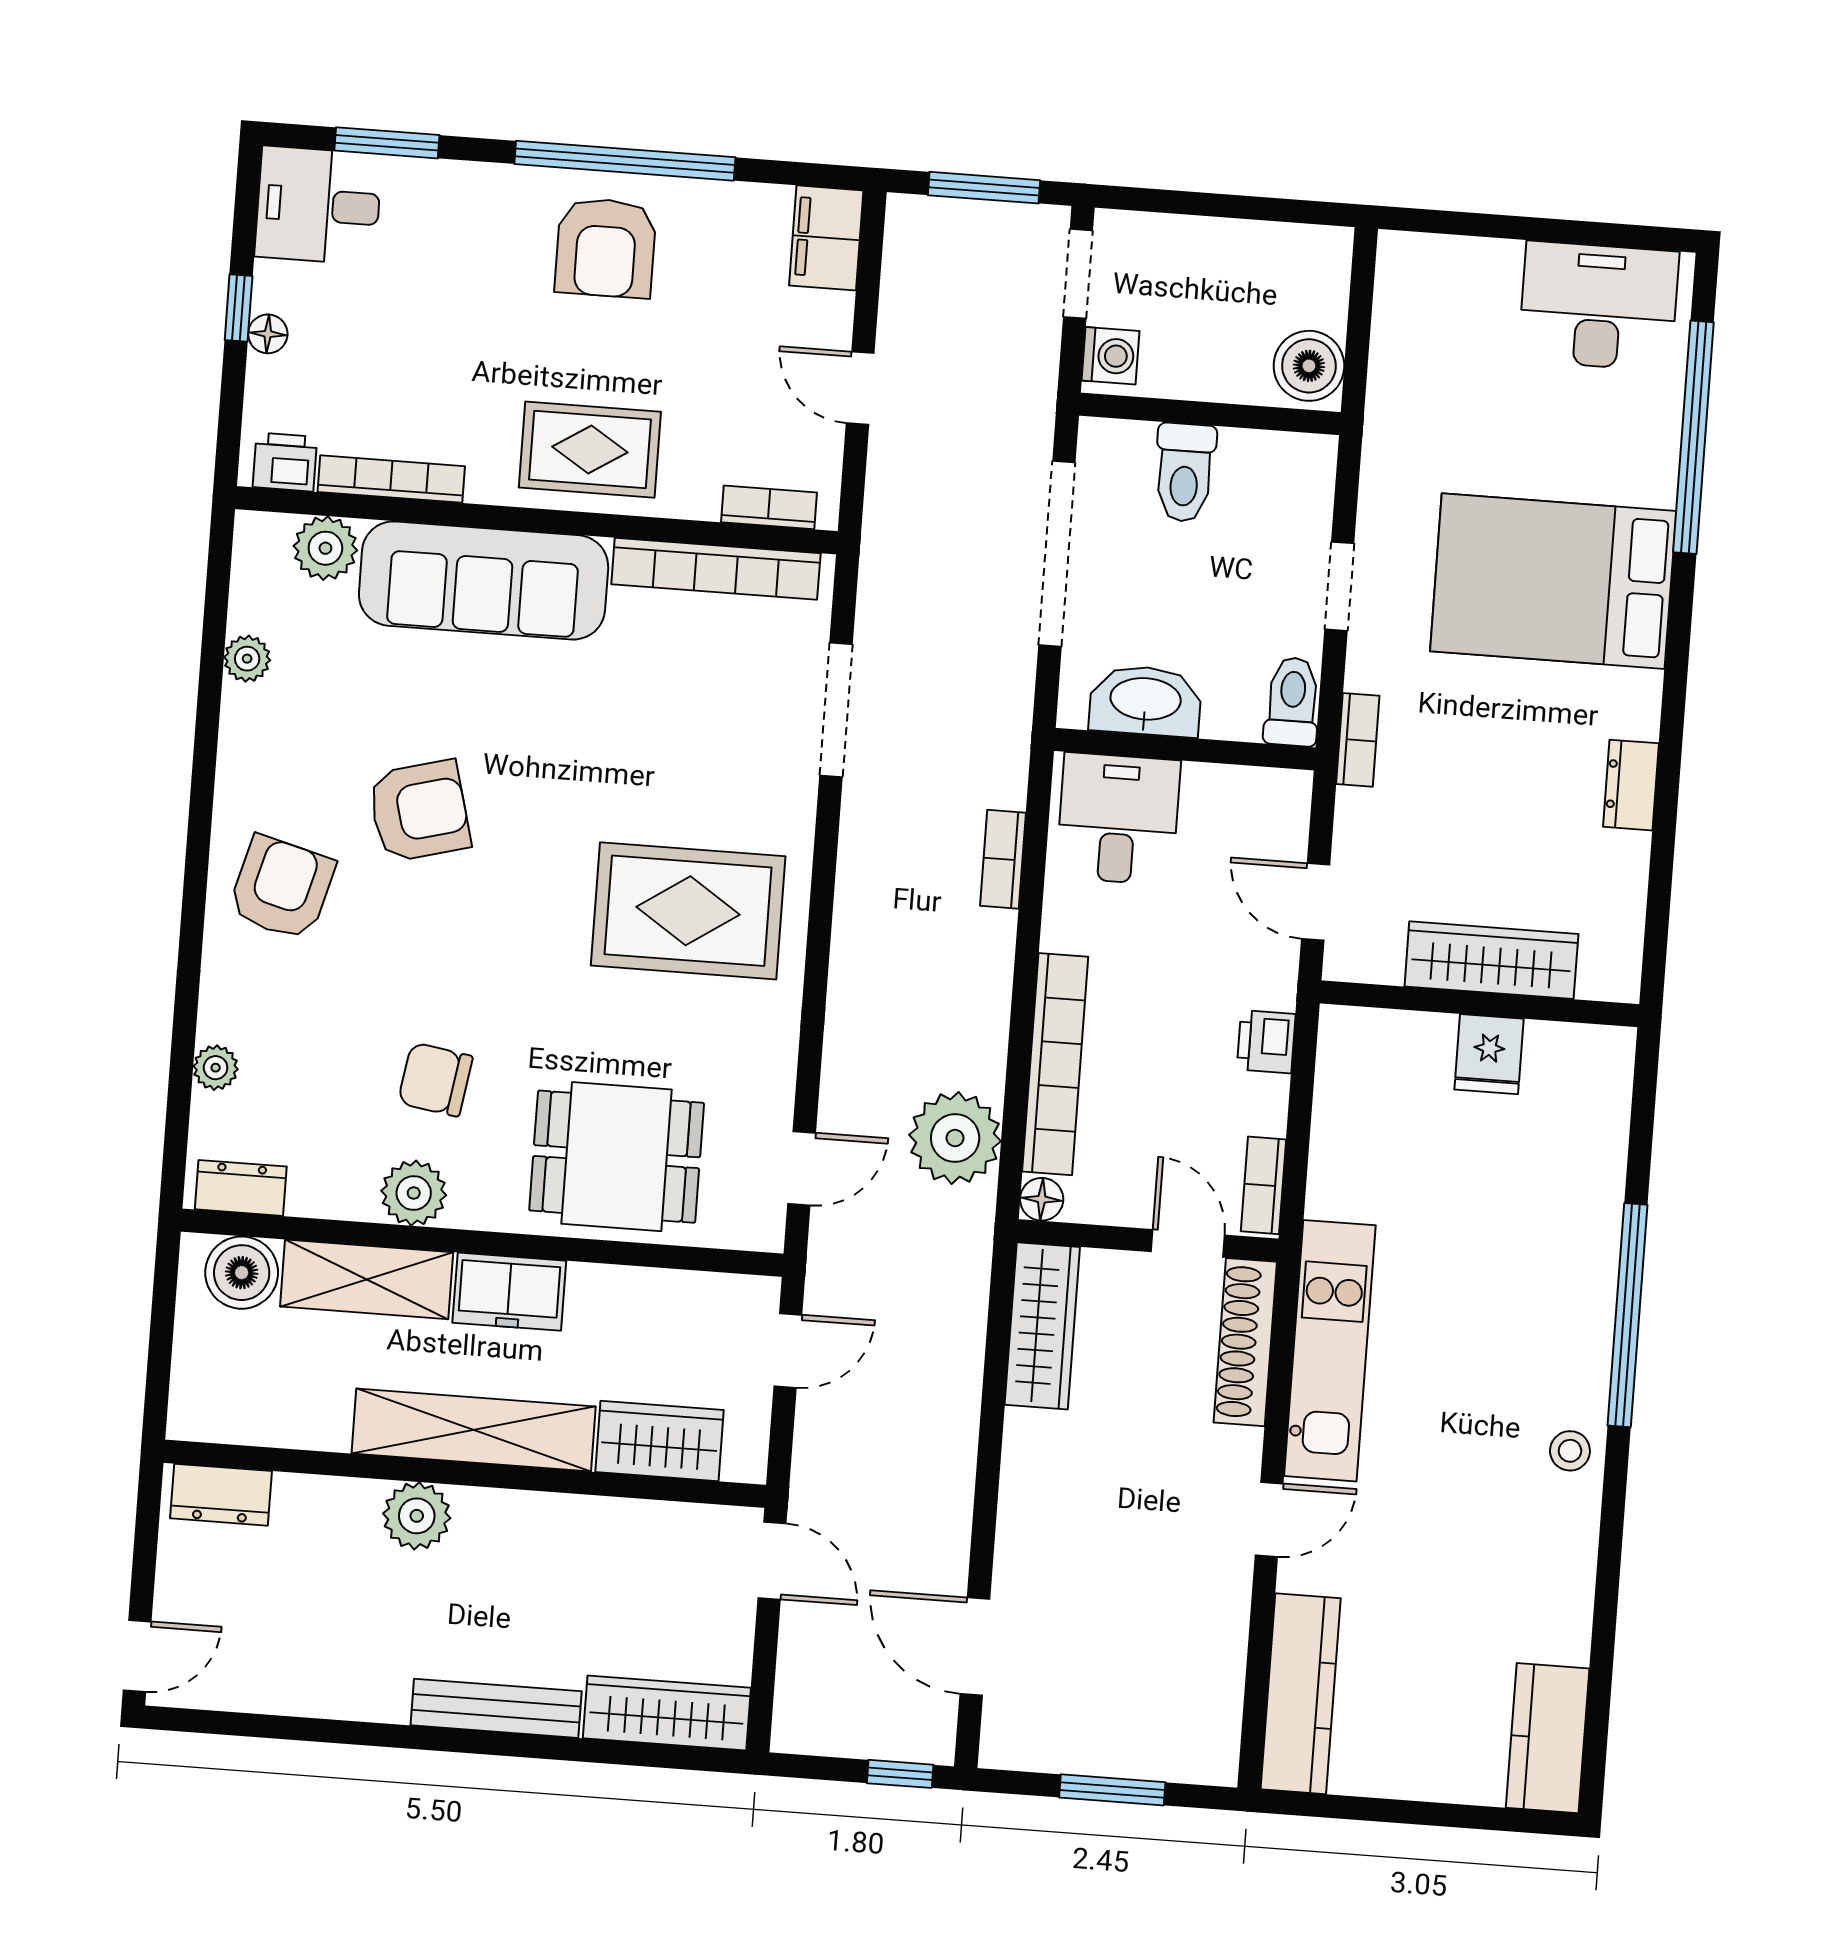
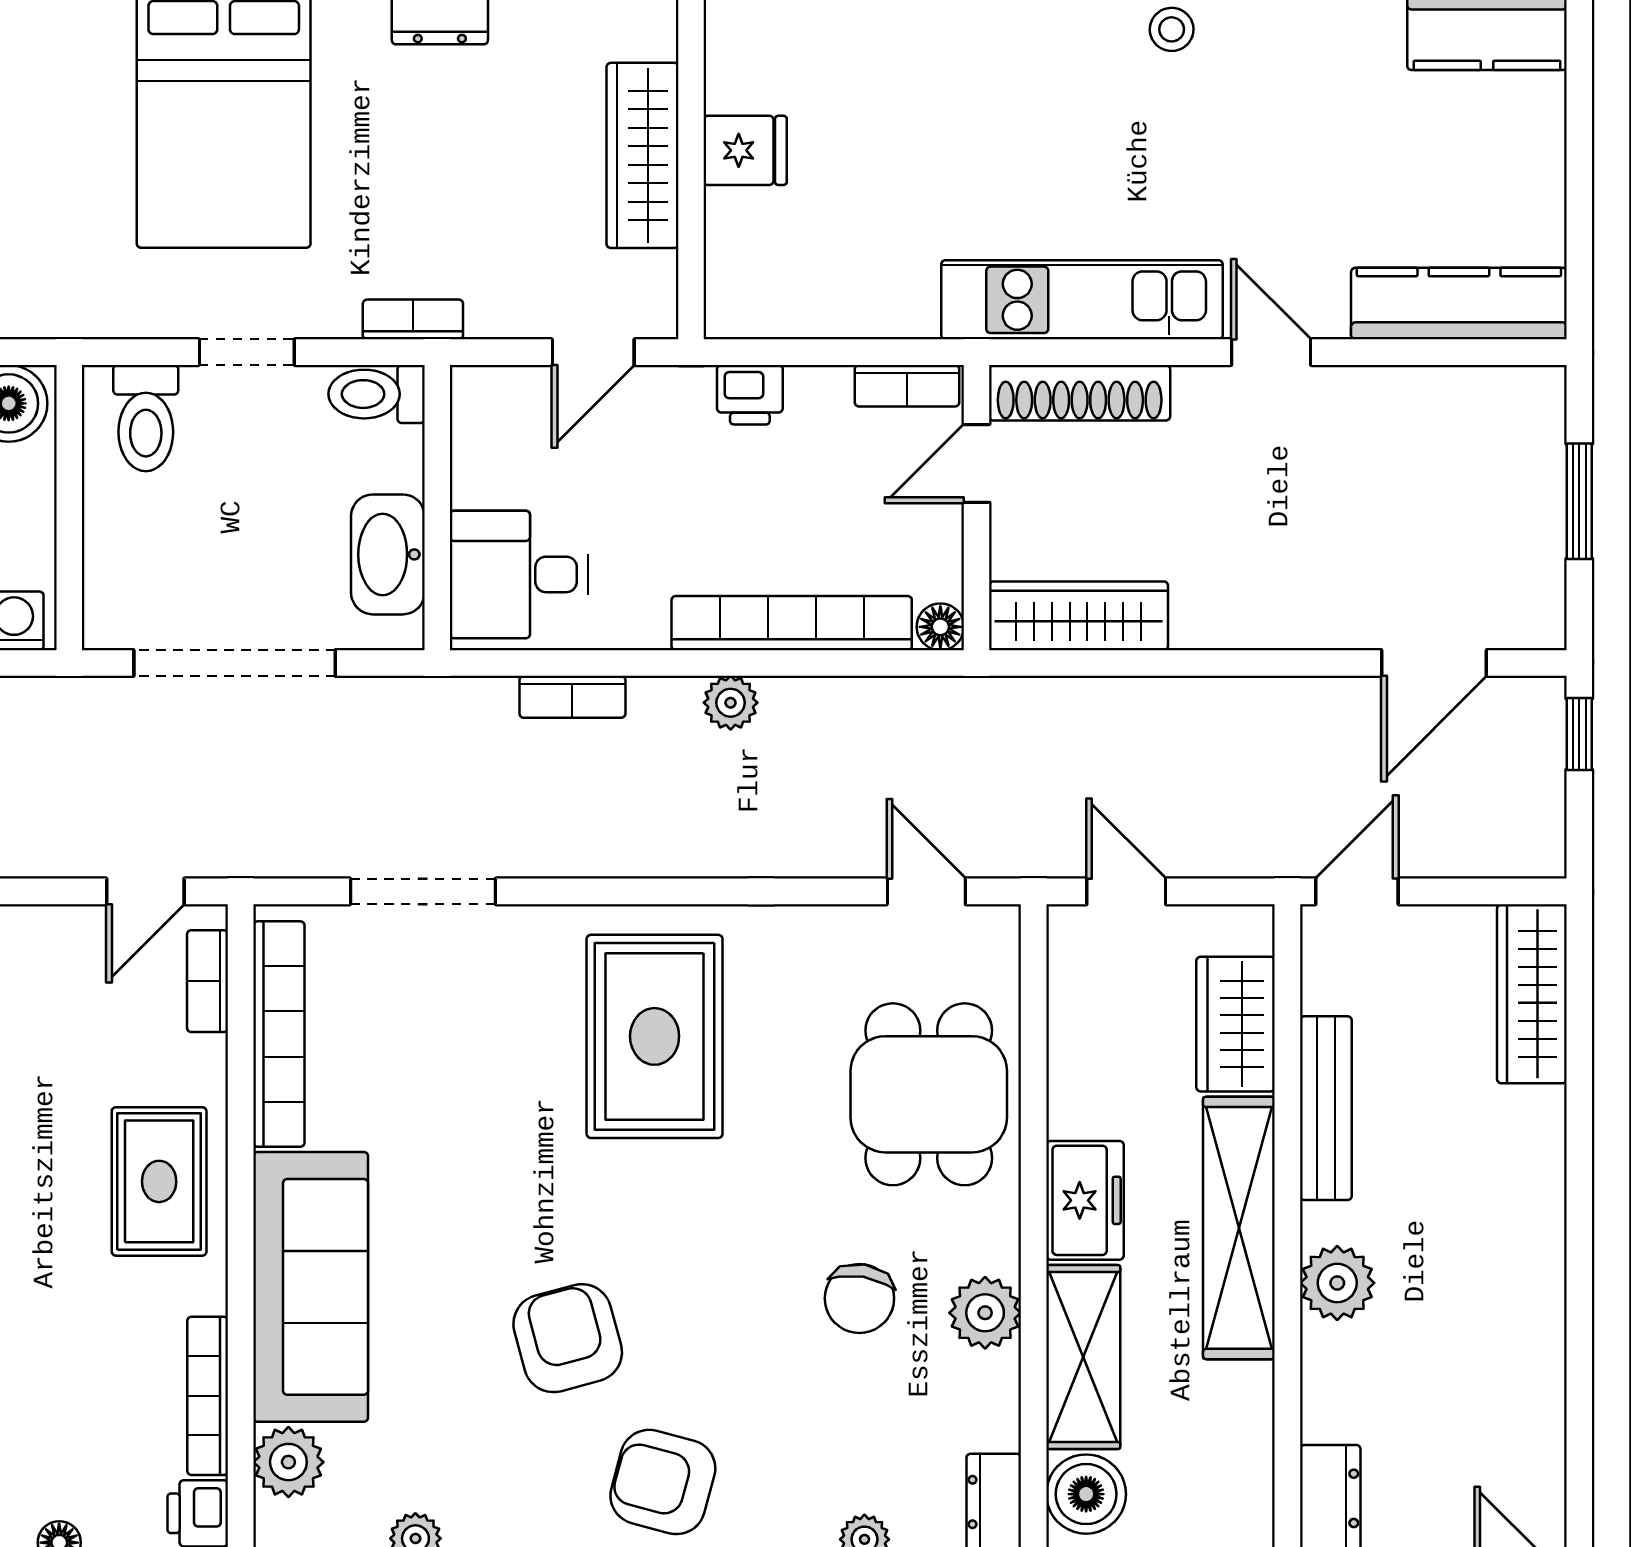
door: (860, 388) -> (145, 891), moved
toilet: (1185, 472) -> (146, 418), moved, turned 90
plant: (955, 1138) -> (731, 703), moved, width x0.53, depth x0.53
bench: (496, 1708) -> (1326, 1108), moved

